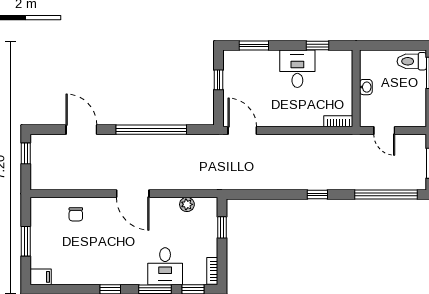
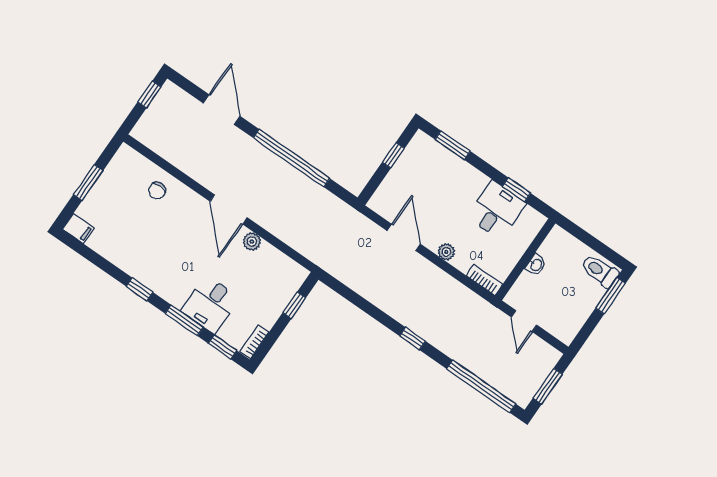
desk: (297, 69) -> (496, 210), moved
plant: (300, 120) -> (446, 252), added
door: (242, 131) -> (404, 237), moved
plant: (187, 204) -> (252, 242), moved

